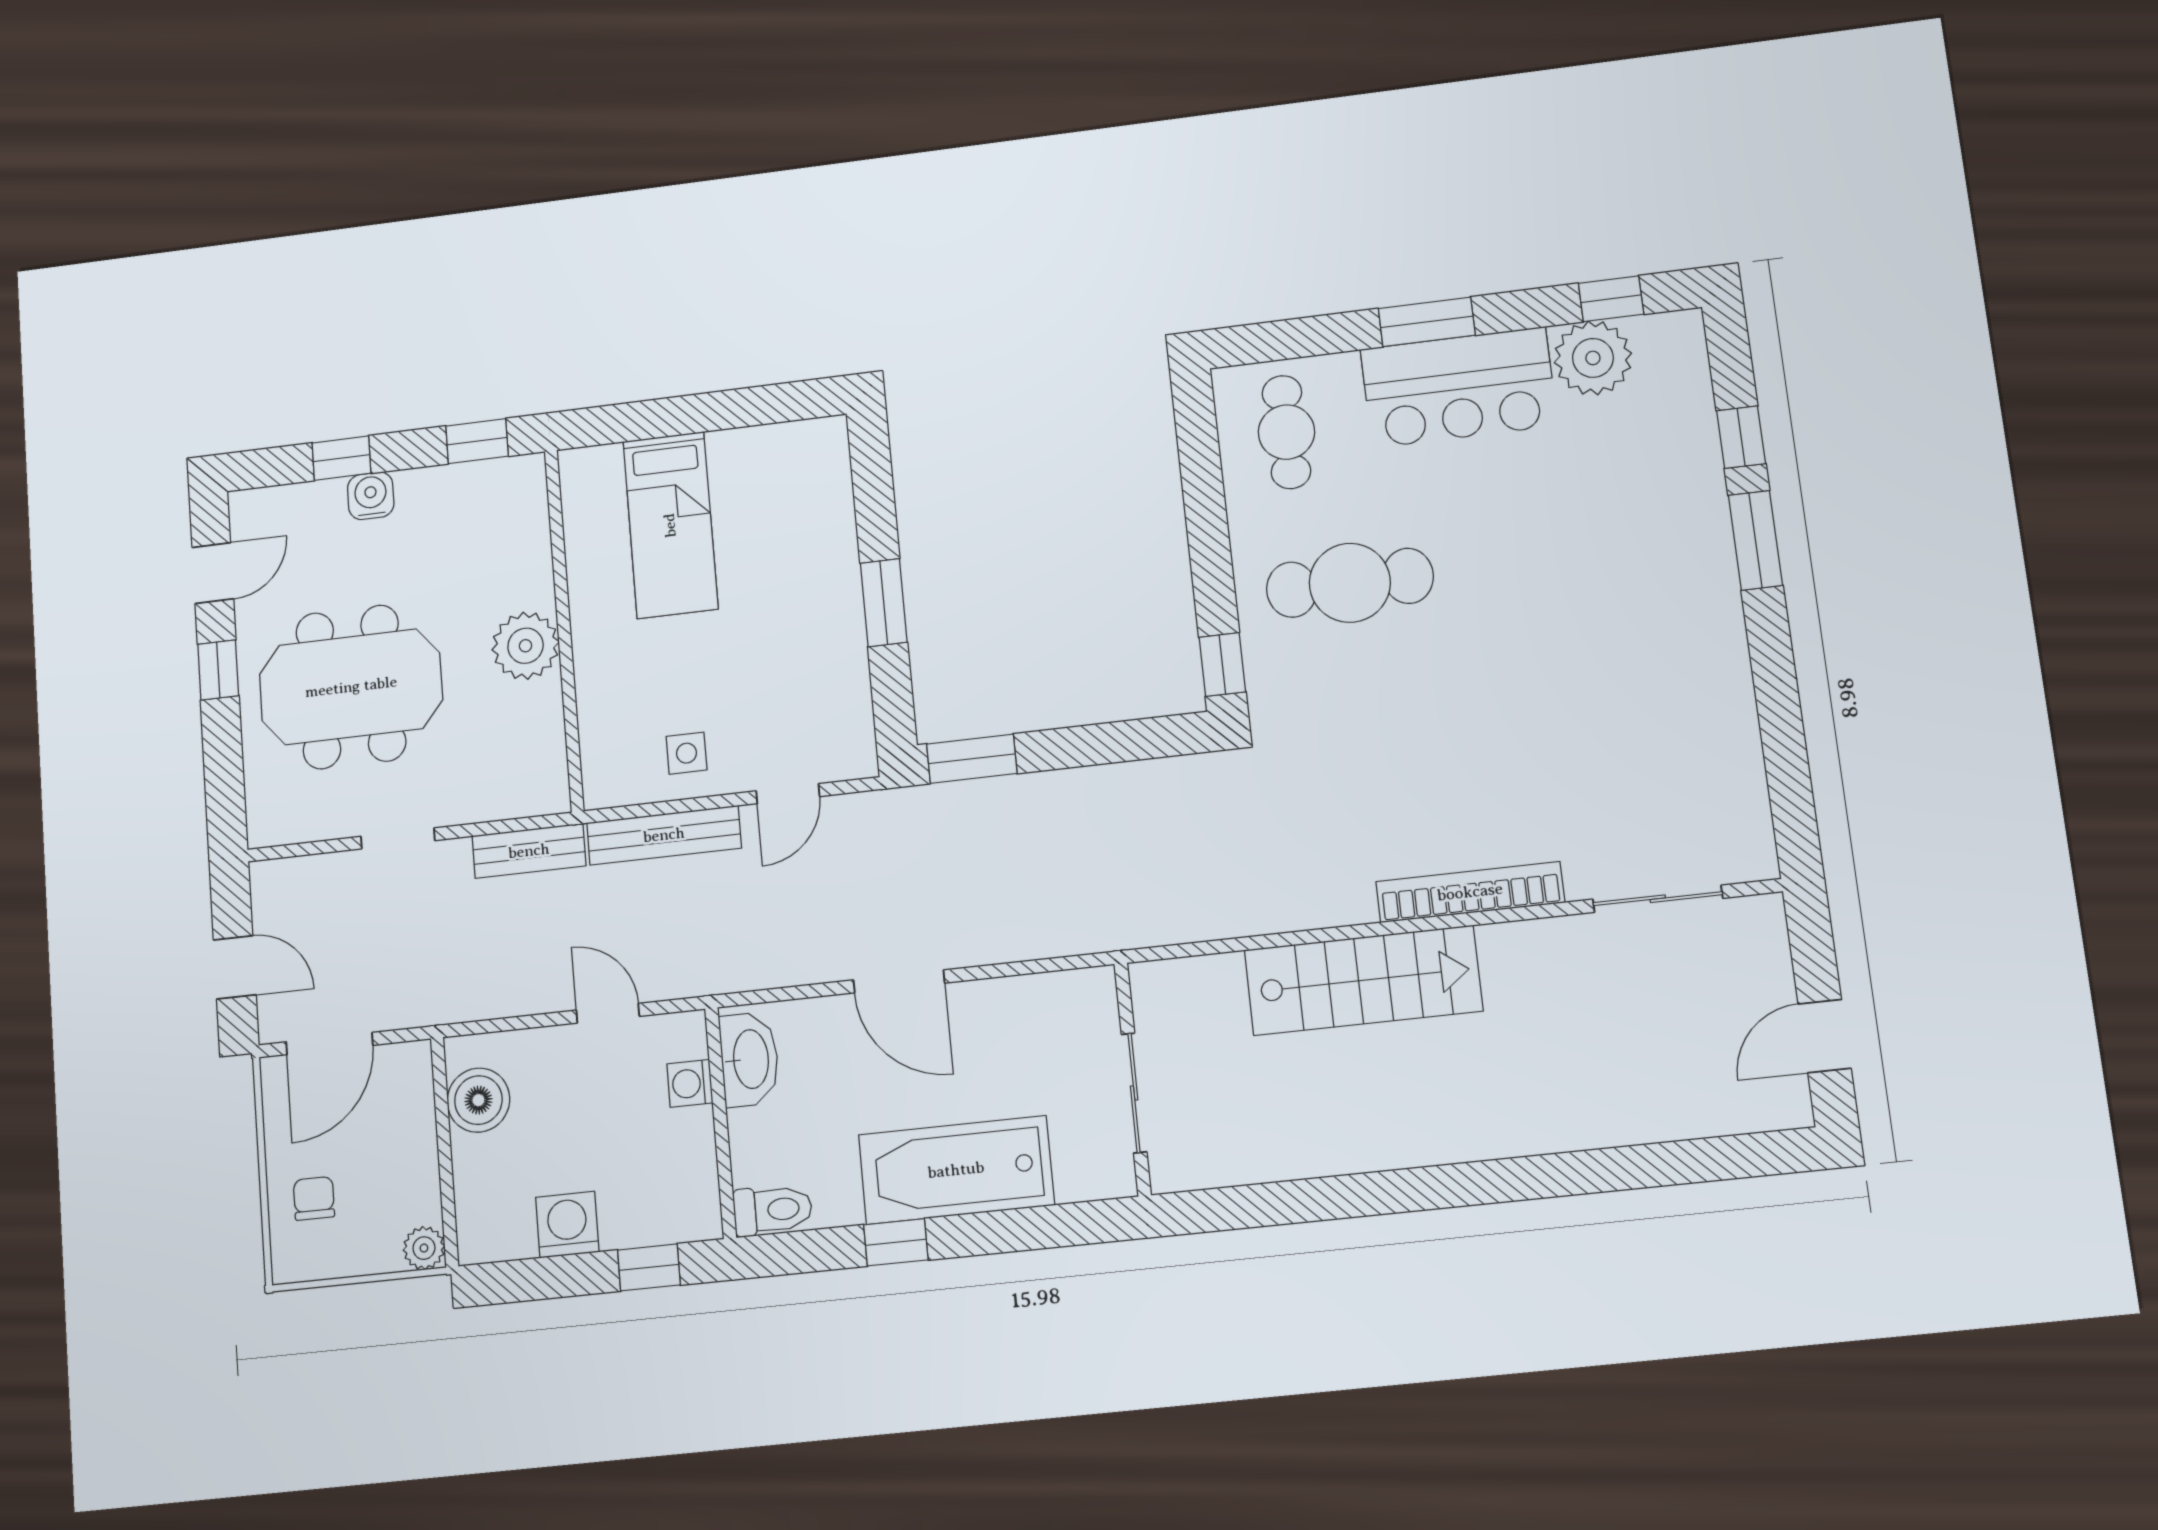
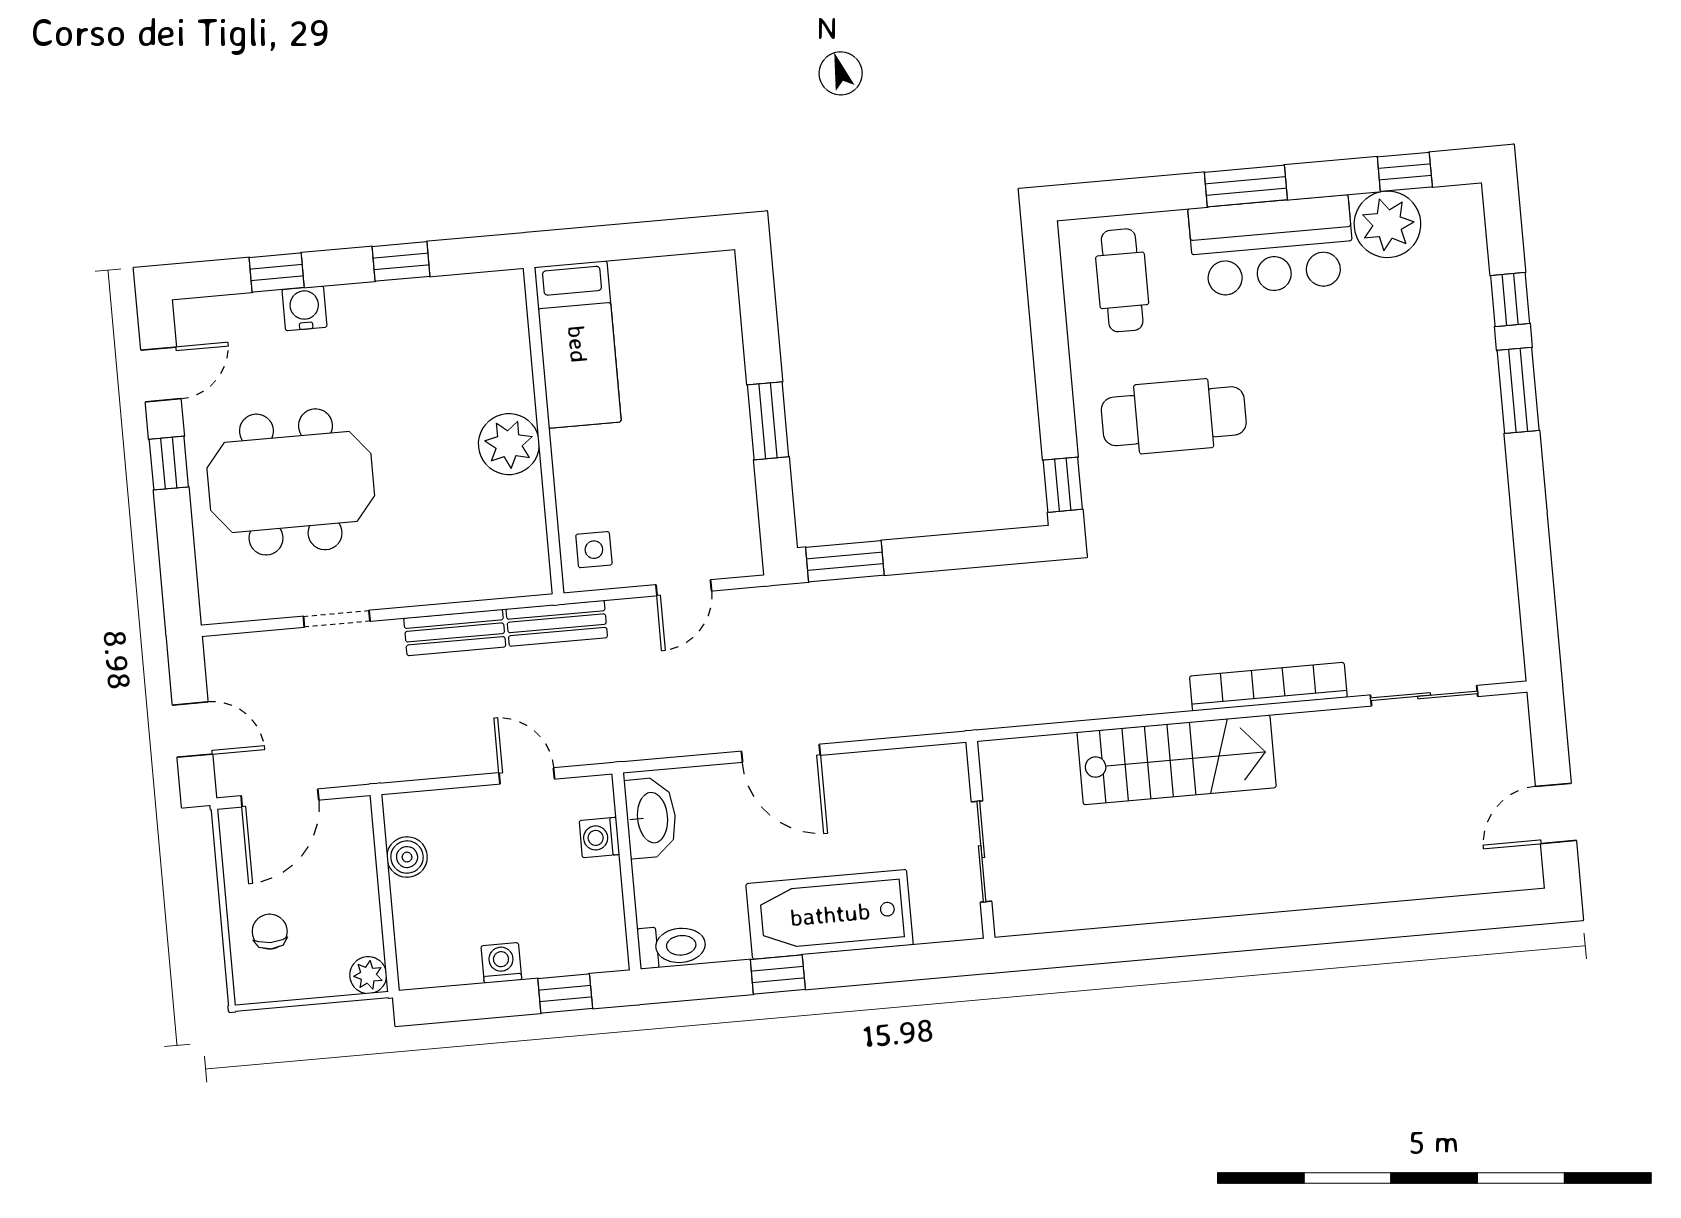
wall: (564, 630) -> (544, 431), moved
plant: (526, 646) -> (509, 444), moved
bench: (664, 835) -> (557, 623), width x0.73
boiler: (478, 1100) -> (407, 857), width x0.73, depth x0.73
washing machine: (567, 1225) -> (501, 963), width x0.73, depth x0.73

